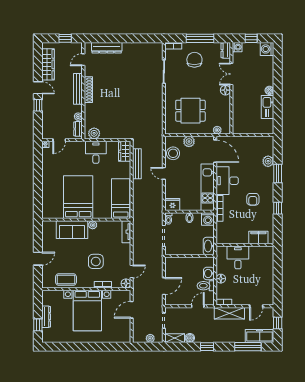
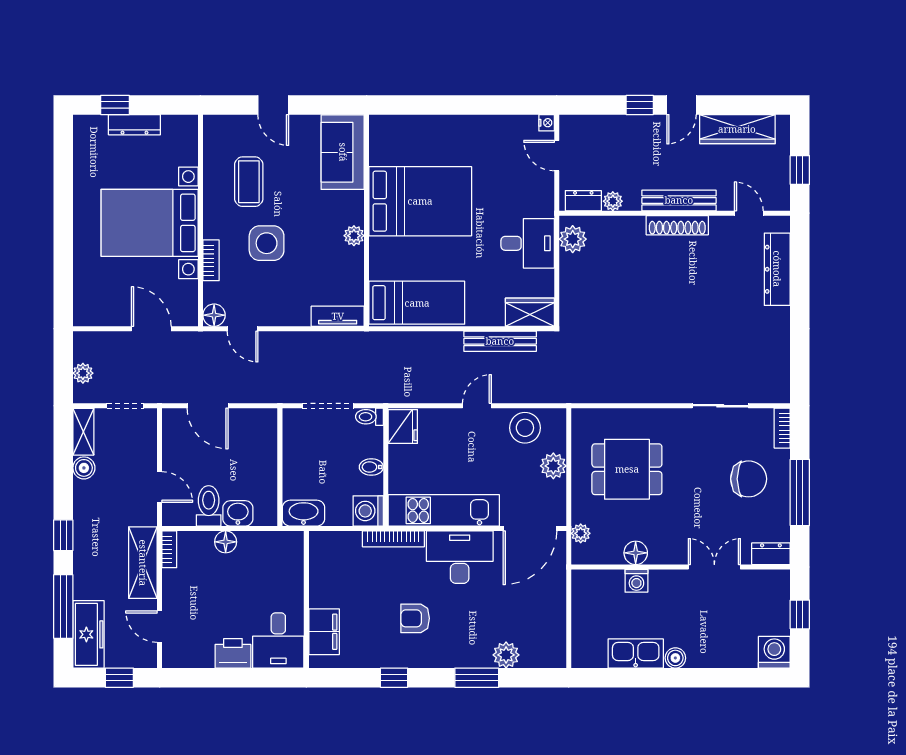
washing machine: (237, 47) -> (636, 581), moved
floor lamp: (225, 90) -> (636, 553), moved
dining table: (190, 111) -> (627, 469), turned 90
sofa: (72, 230) -> (343, 152), moved
desk: (238, 257) -> (278, 640), moved, turned 90
printer: (267, 276) -> (233, 653), added
coffee table: (66, 280) -> (249, 182), moved
window: (207, 347) -> (63, 535), moved

